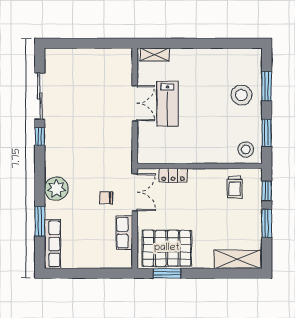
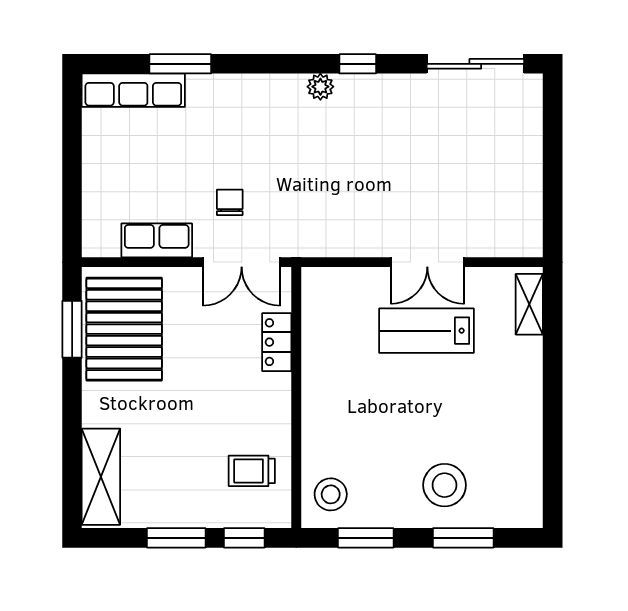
sliding door: (40, 96) -> (475, 64), moved
plant: (56, 189) -> (320, 87), moved, width x0.53, depth x0.53

